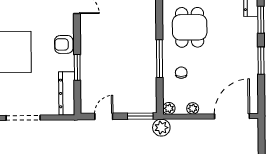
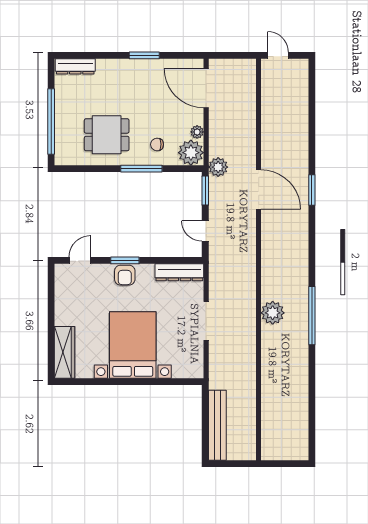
window: (261, 20) -> (99, 55), removed
window: (77, 67) -> (125, 260), moved
plant: (169, 108) -> (191, 153), width x1.88, depth x1.88

